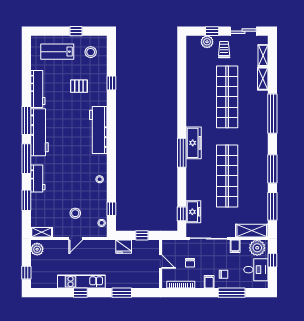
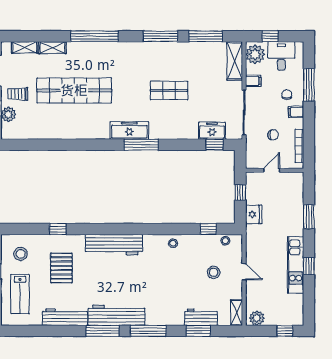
pallet: (79, 86) -> (61, 268), width x1.50, depth x1.42
shop shelf: (227, 176) -> (169, 90), width x0.50, depth x0.74
workbench: (38, 178) -> (201, 317), moved

